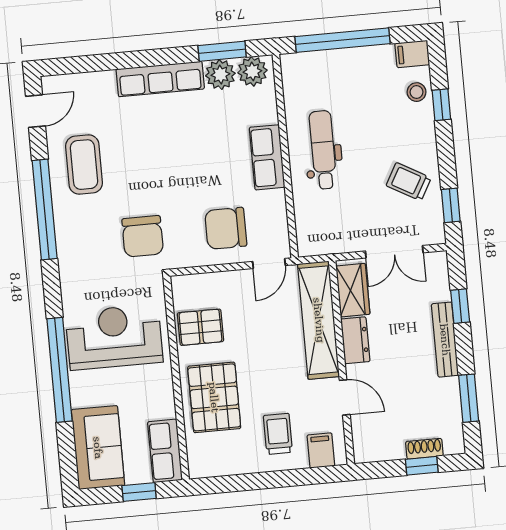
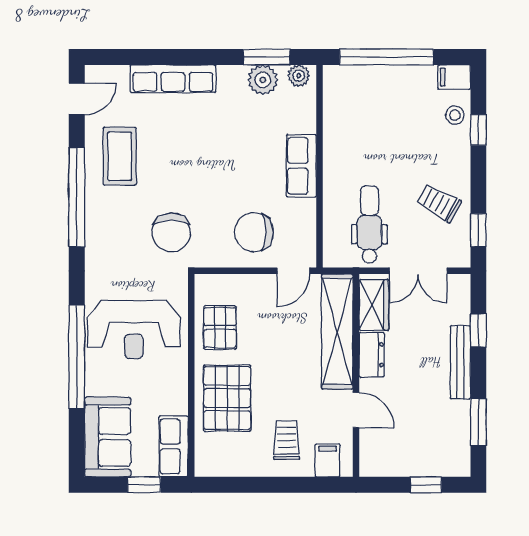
plant: (252, 71) -> (299, 76), width x0.73, depth x0.73
row of seats: (160, 79) -> (173, 79), moved
dental chair: (323, 150) -> (369, 225), moved
pallet: (200, 327) -> (220, 328), turned 90
reception desk: (114, 337) -> (134, 329), turned 180
shoe rack: (424, 449) -> (430, 468), removed

